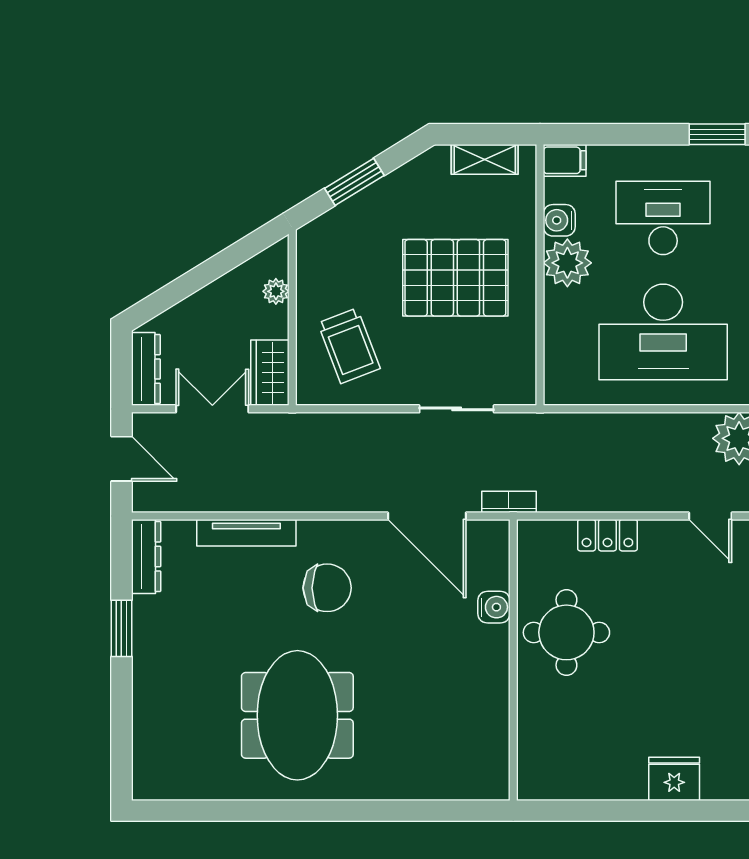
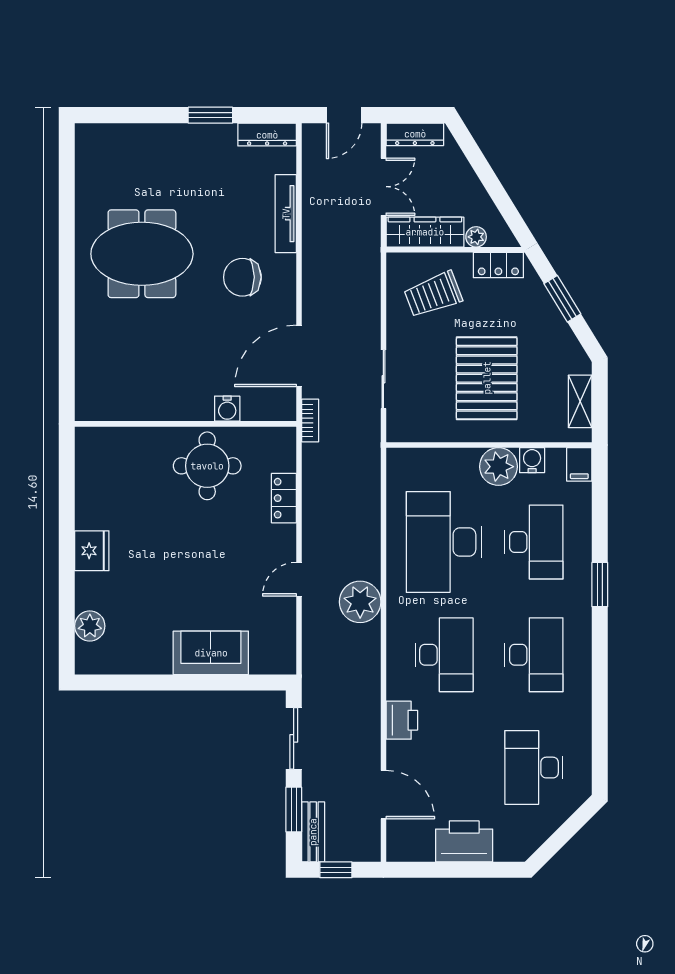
locker: (312, 263) -> (498, 265), added
wardrobe: (270, 373) -> (425, 232), width x1.50
chair: (327, 588) -> (242, 277), turned 90

